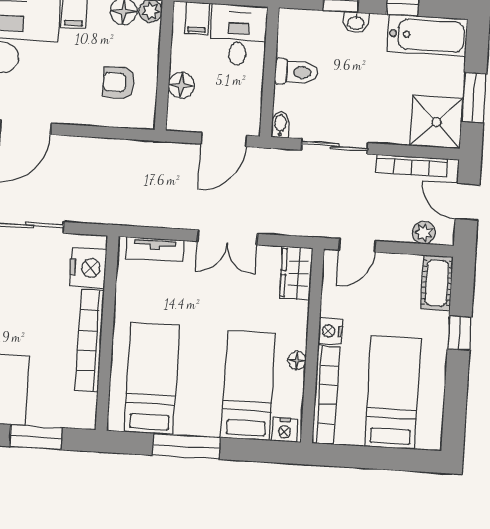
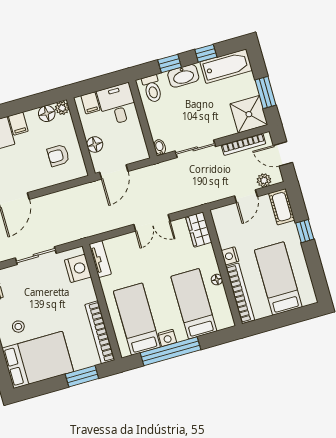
washbasin: (356, 22) -> (183, 76), width x1.91, depth x1.45
toilet: (296, 72) -> (152, 89), moved, turned 90
door: (224, 140) -> (114, 172), moved
door: (357, 245) -> (246, 196), moved
tv unit: (155, 249) -> (100, 259), moved, turned -90
bookcase: (90, 341) -> (100, 332), moved
nightstand: (285, 430) -> (167, 338), moved
window: (186, 446) -> (170, 351), width x1.46

